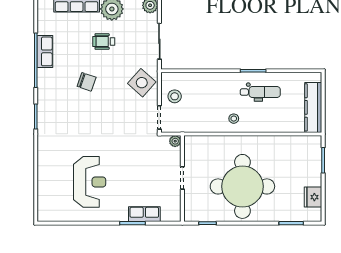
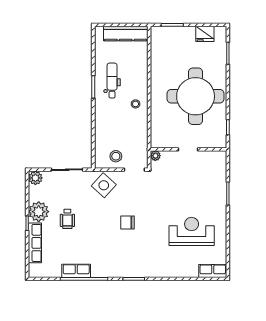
chair: (87, 82) -> (128, 223), moved, turned -109
row of seats: (144, 214) -> (213, 271), moved, turned 90

